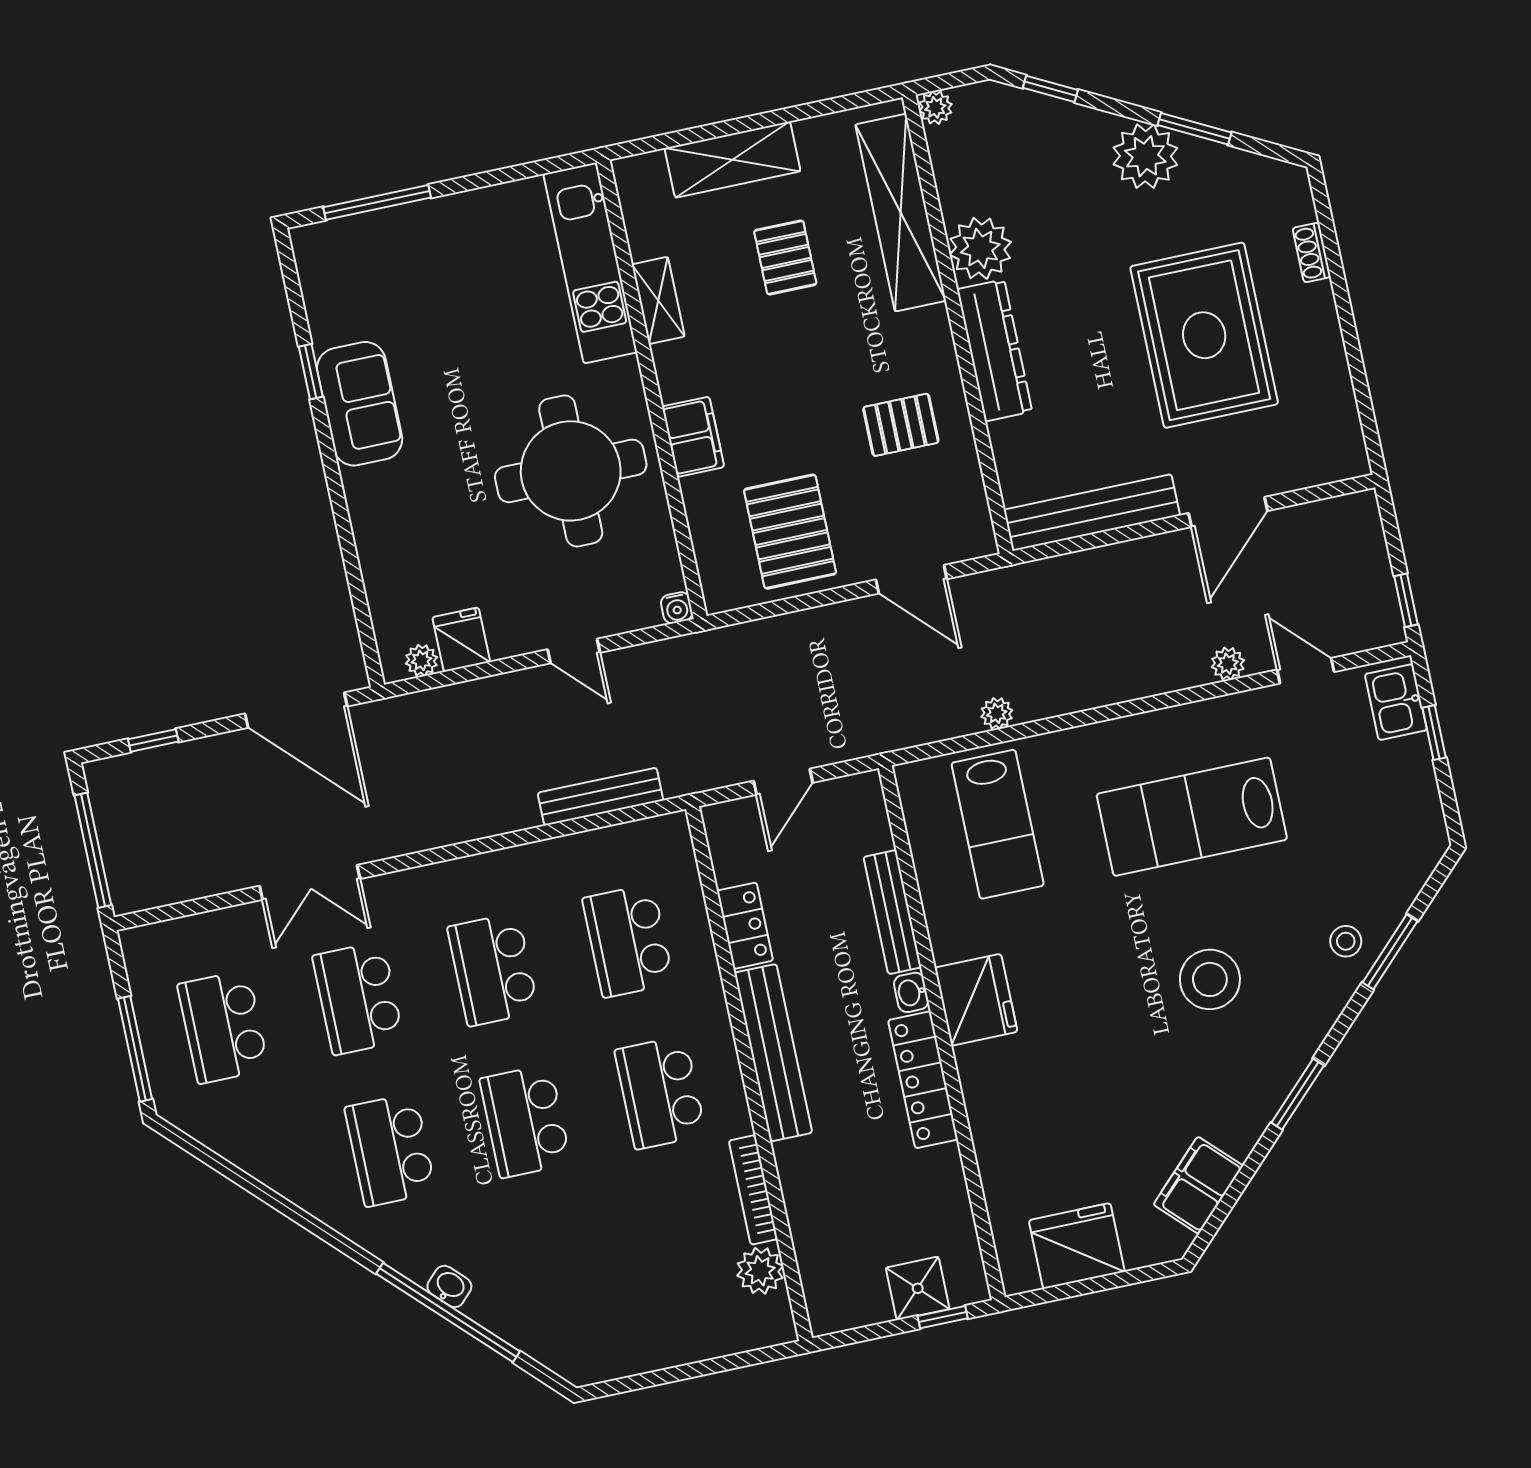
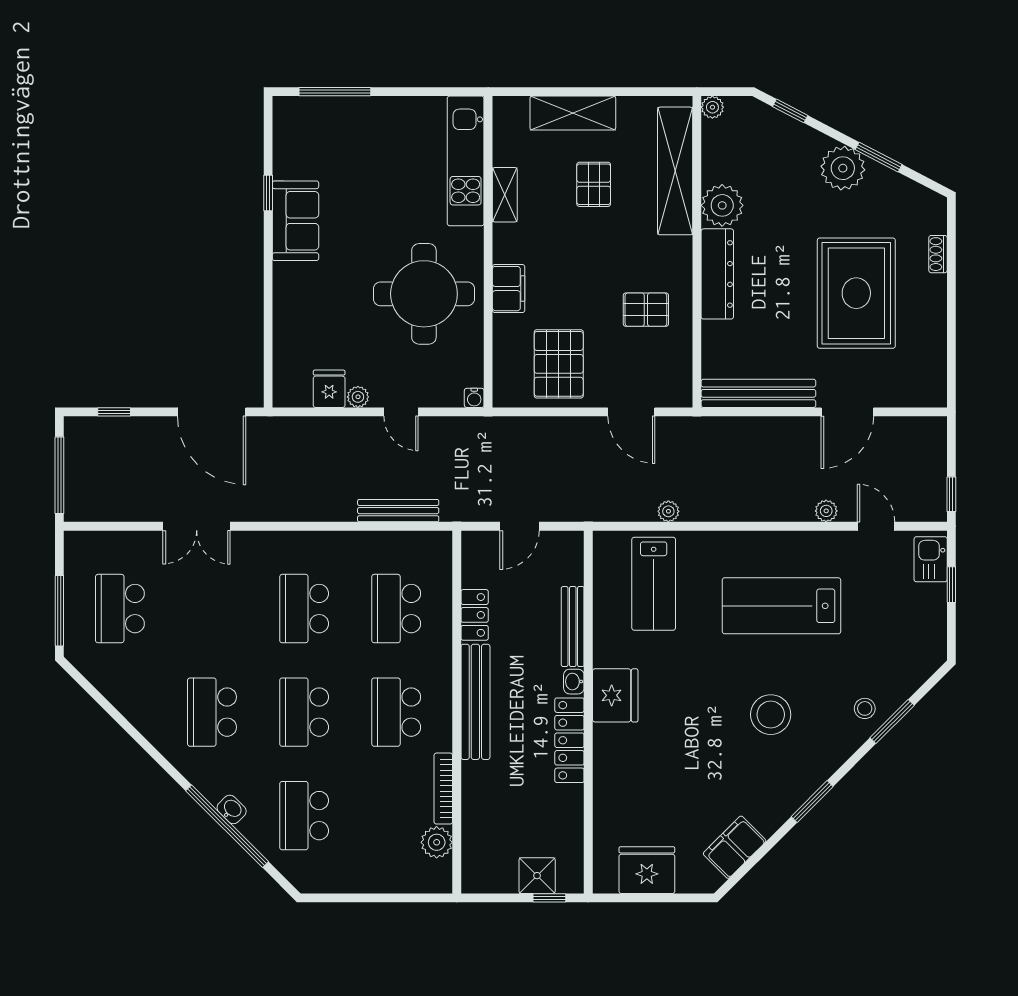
plant: (422, 660) -> (358, 397), moved
school desk: (358, 998) -> (304, 816), moved

